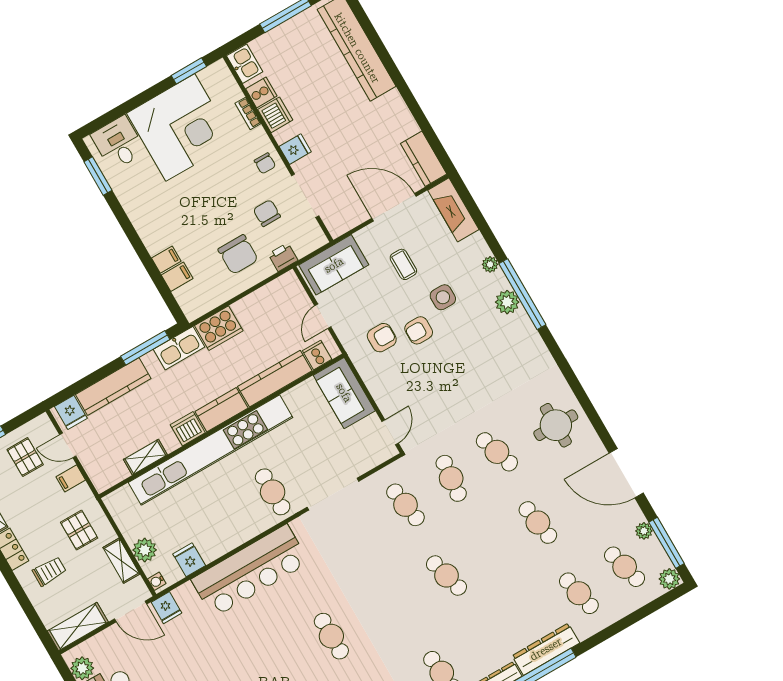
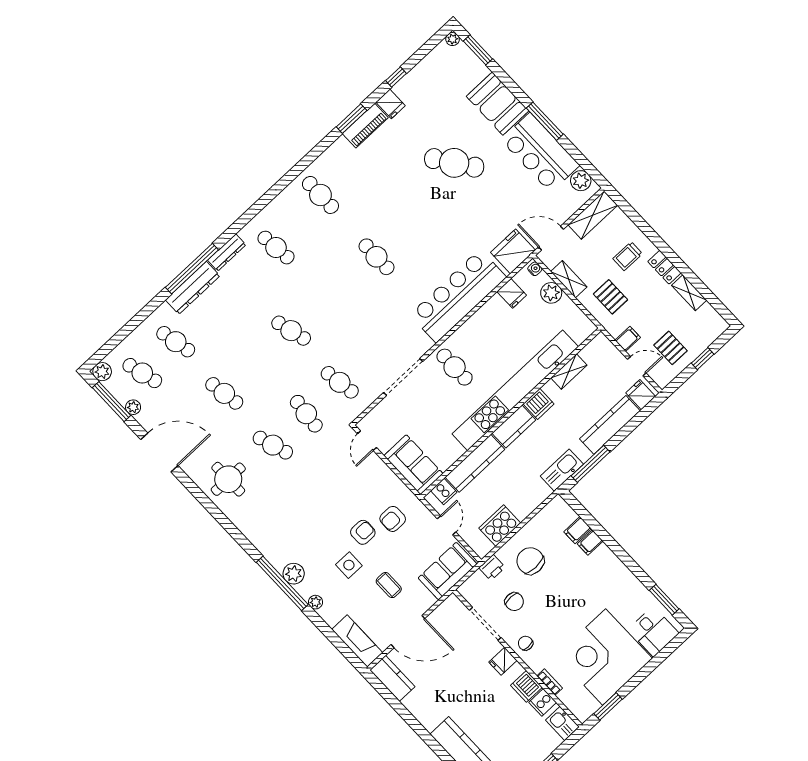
cooker: (219, 328) -> (500, 526), moved
fridge: (166, 608) -> (513, 251), width x1.88, depth x1.34

